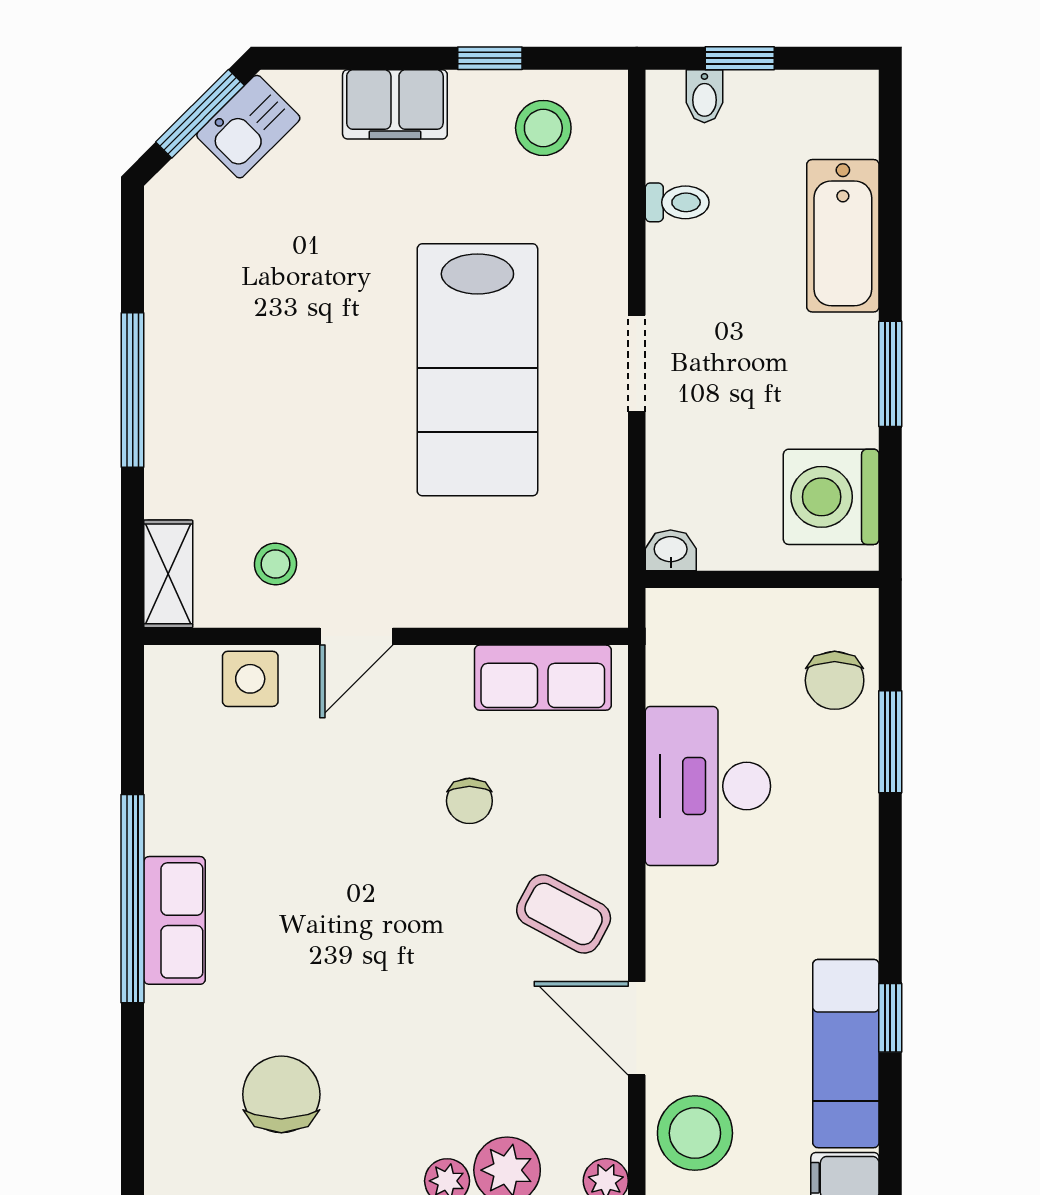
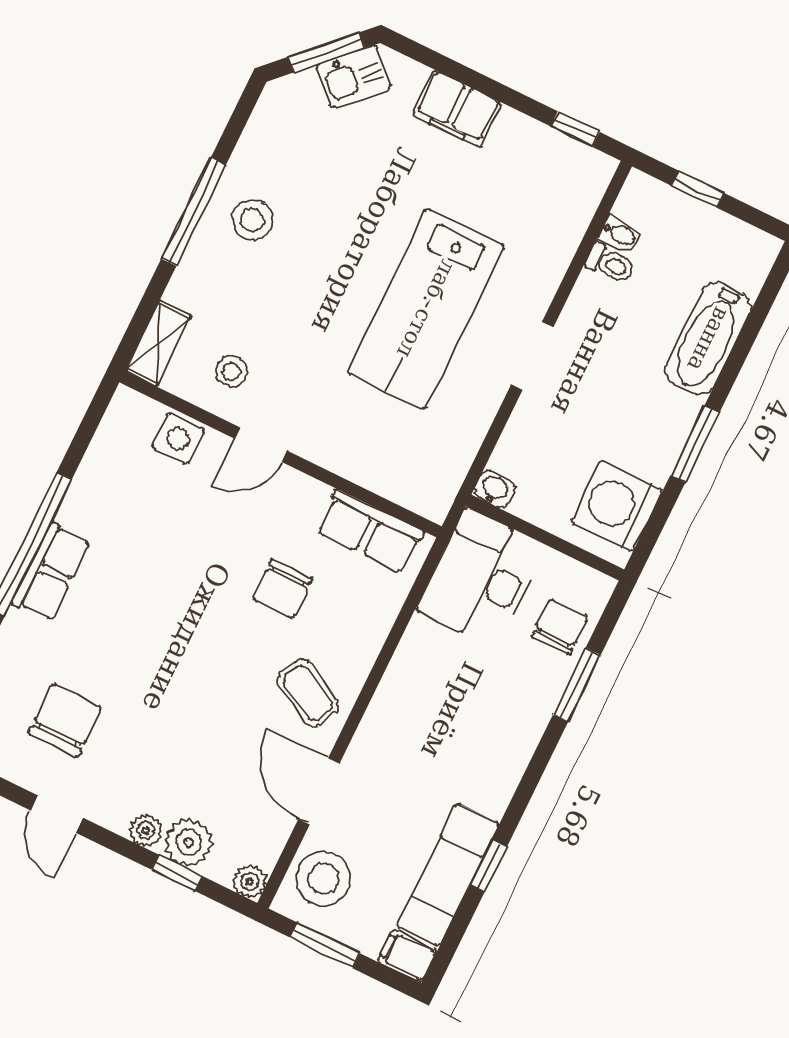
window: (490, 58) -> (575, 129), moved
bidet: (704, 96) -> (620, 234), moved, turned -90
stool: (543, 128) -> (252, 220), moved
chair: (835, 680) -> (560, 627), turned 180
desk: (708, 786) -> (481, 578), moved
chair: (469, 801) -> (282, 589), width x1.37, depth x1.37

